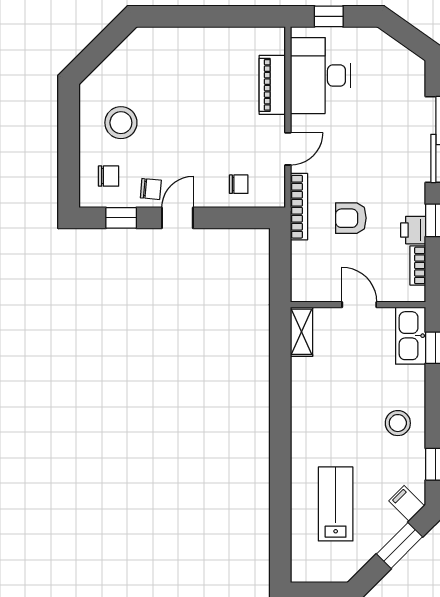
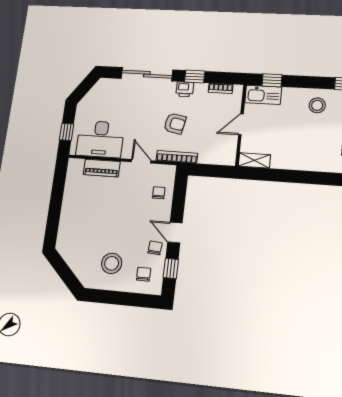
armchair: (351, 218) -> (175, 123), moved, turned -79
printer: (413, 230) -> (185, 89), moved

